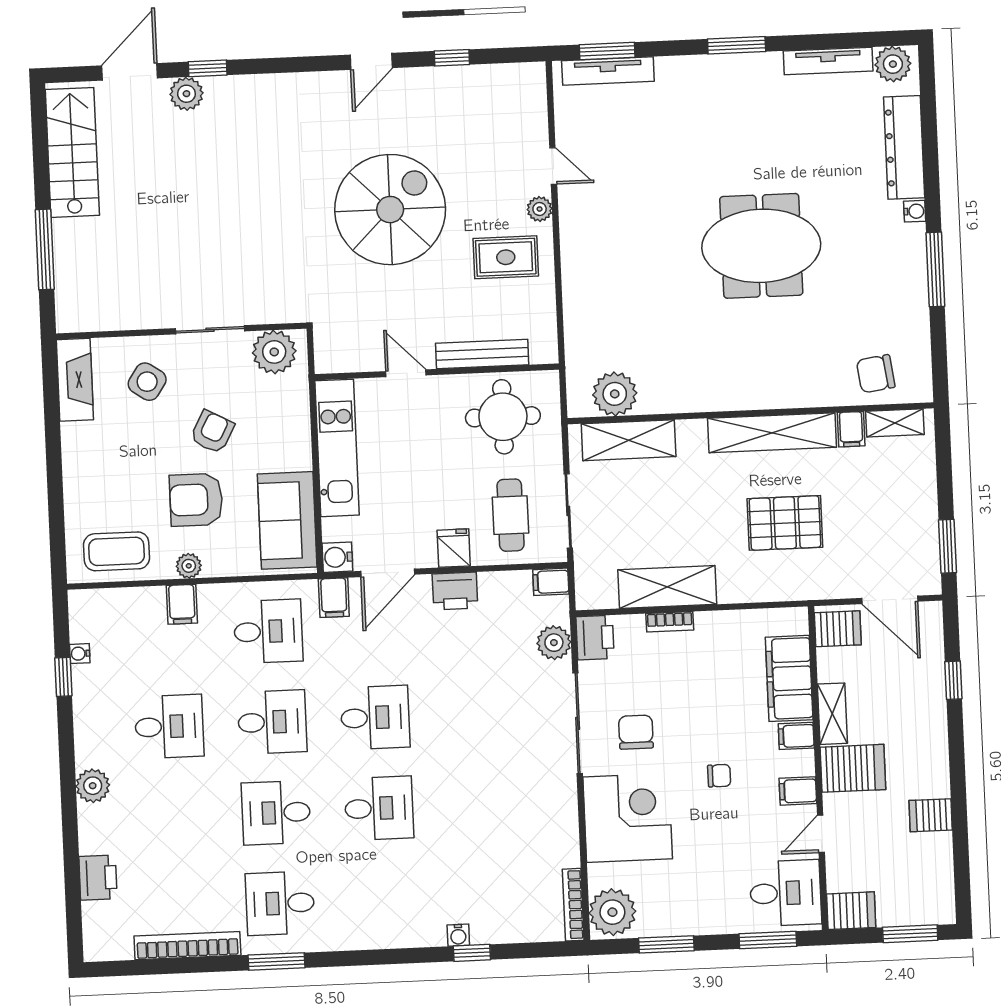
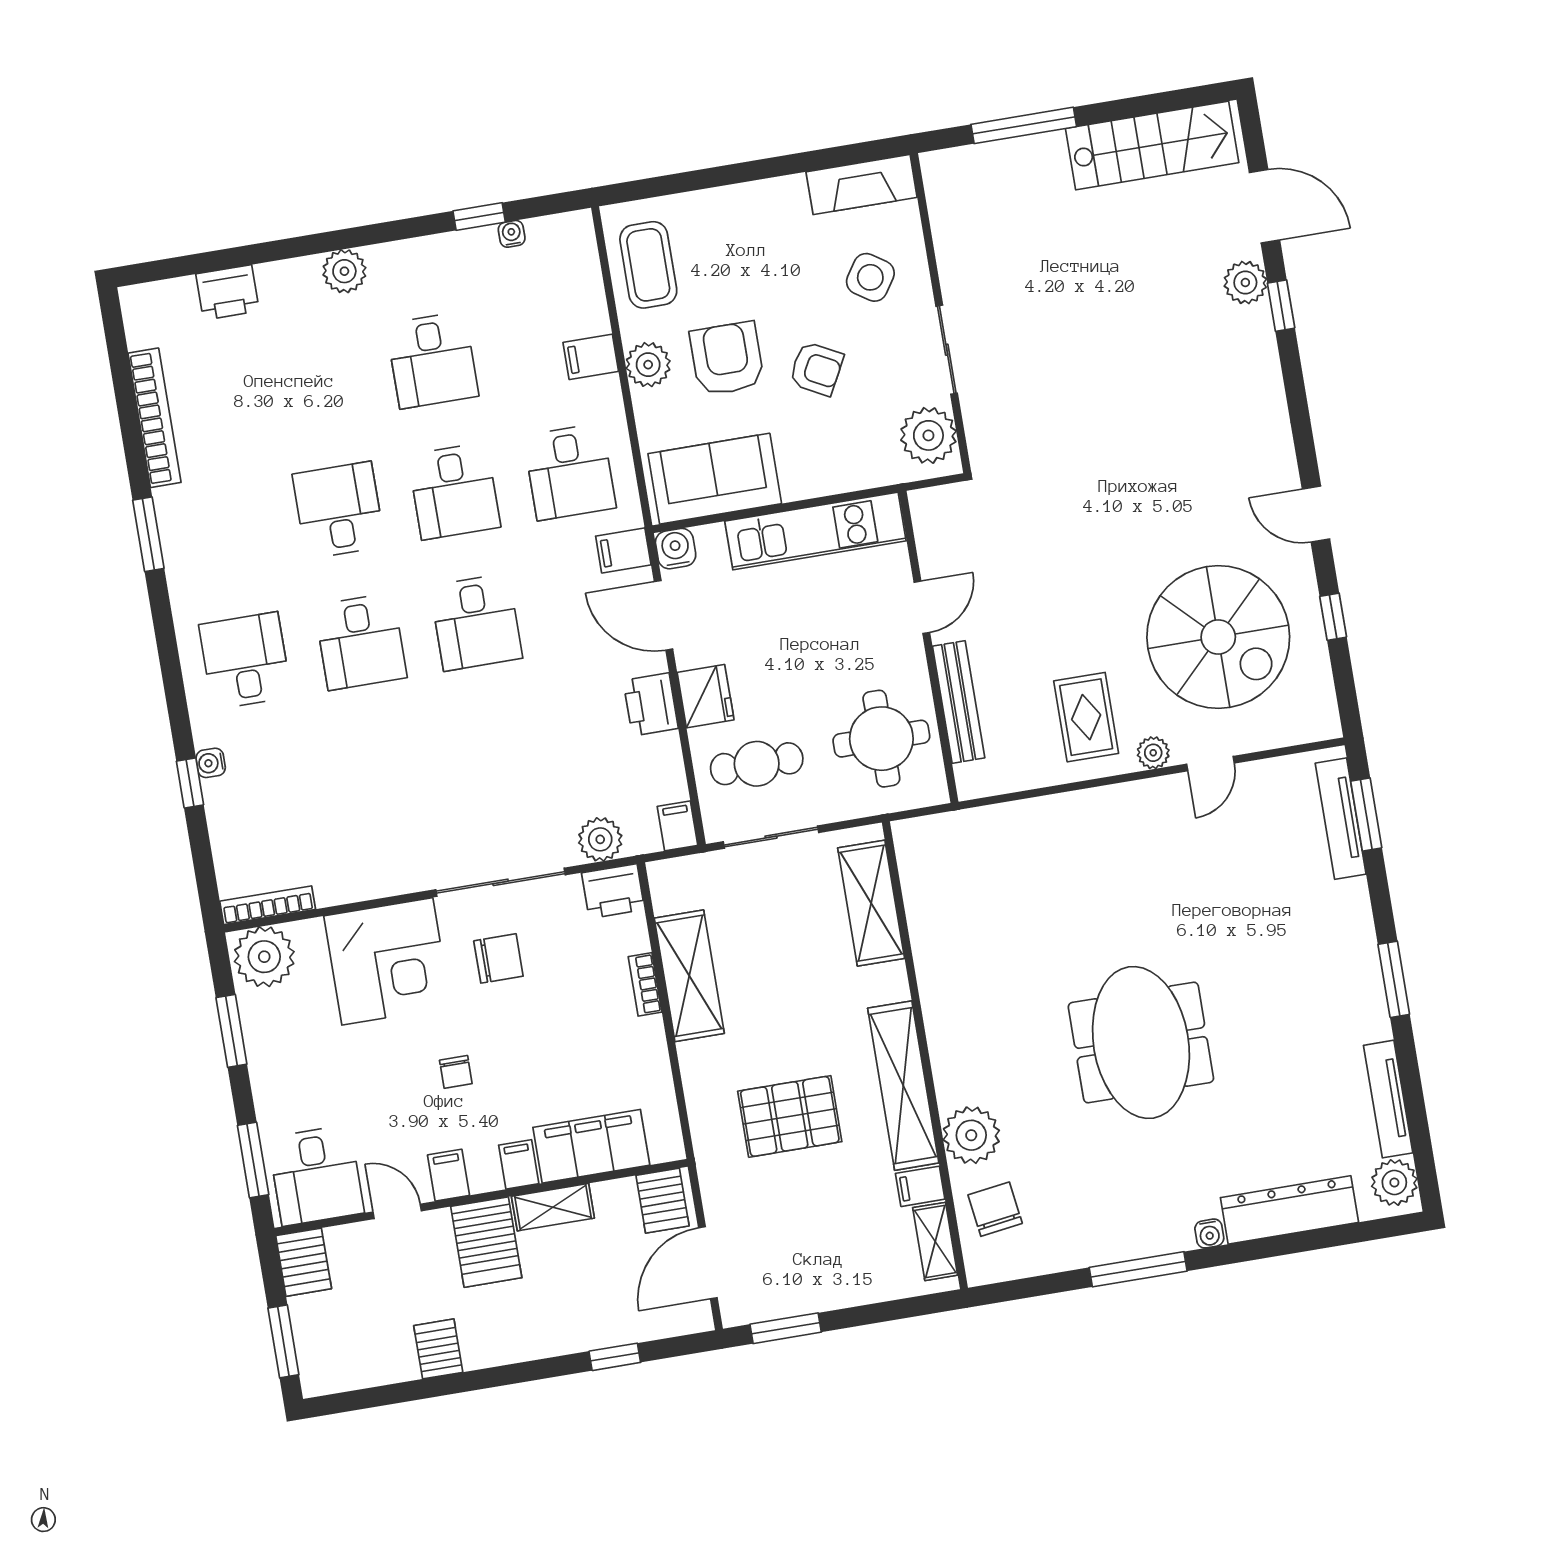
spiral stairs: (390, 210) -> (1218, 637), moved
plant: (615, 394) -> (971, 1135), moved
pallet: (785, 523) -> (790, 1116), turned 90
fridge: (454, 548) -> (706, 696), width x1.38
plant: (189, 566) -> (648, 365), width x1.38, depth x1.38
desk: (280, 903) -> (245, 661), moved

